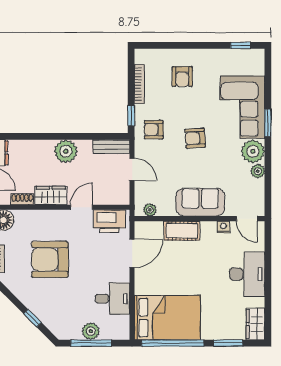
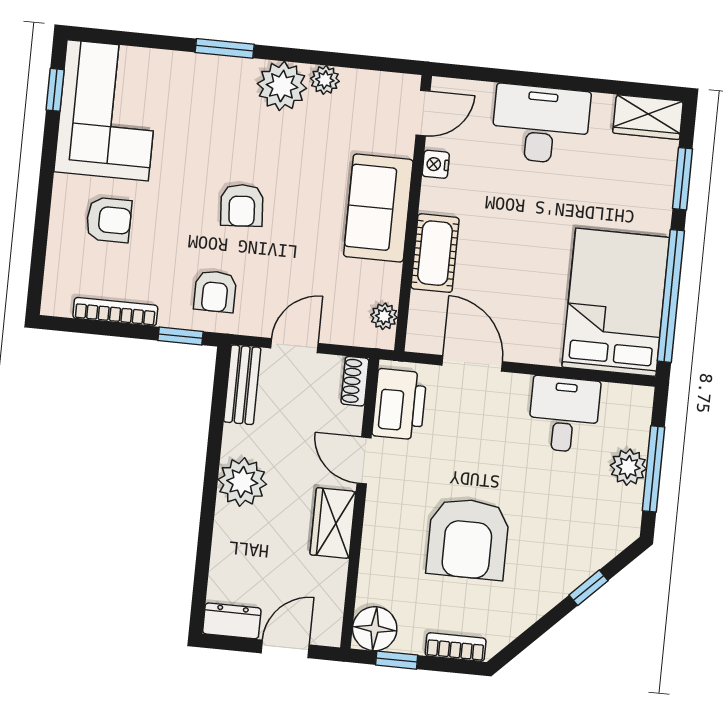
corner sofa: (242, 107) -> (108, 110), moved, turned -90
shoe rack: (22, 199) -> (355, 381), moved

